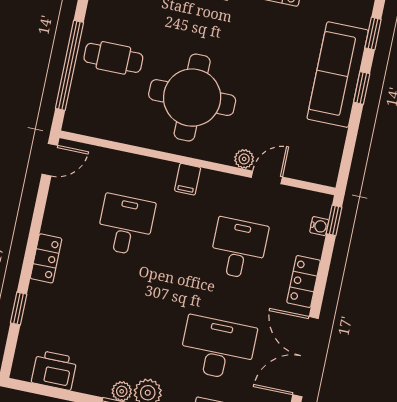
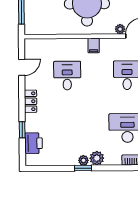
door: (50, 160) -> (22, 67), moved
printer: (54, 370) -> (34, 143), moved, turned 90

